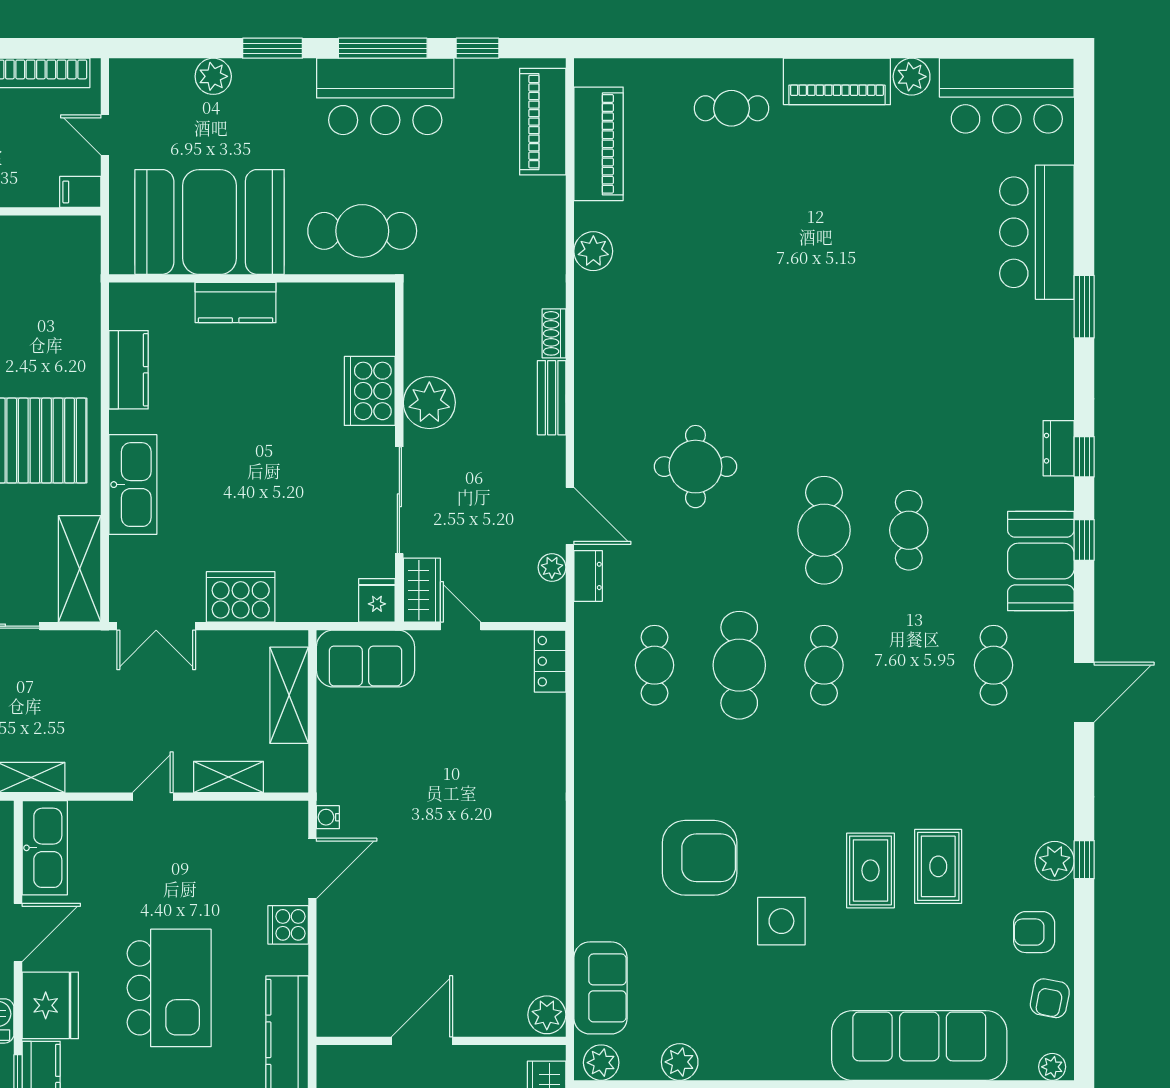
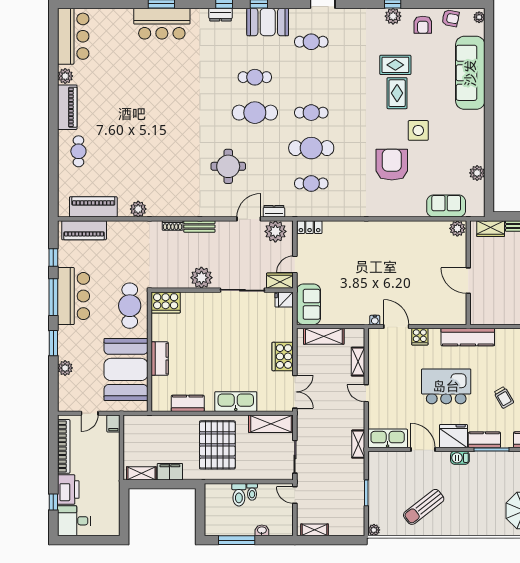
bar counter: (1037, 232) -> (162, 24), moved
cooker: (370, 391) -> (166, 302), moved
plant: (552, 567) -> (275, 231), width x1.87, depth x1.87
rug: (871, 870) -> (397, 93), turned 90
plant: (601, 1063) -> (477, 206), removed

